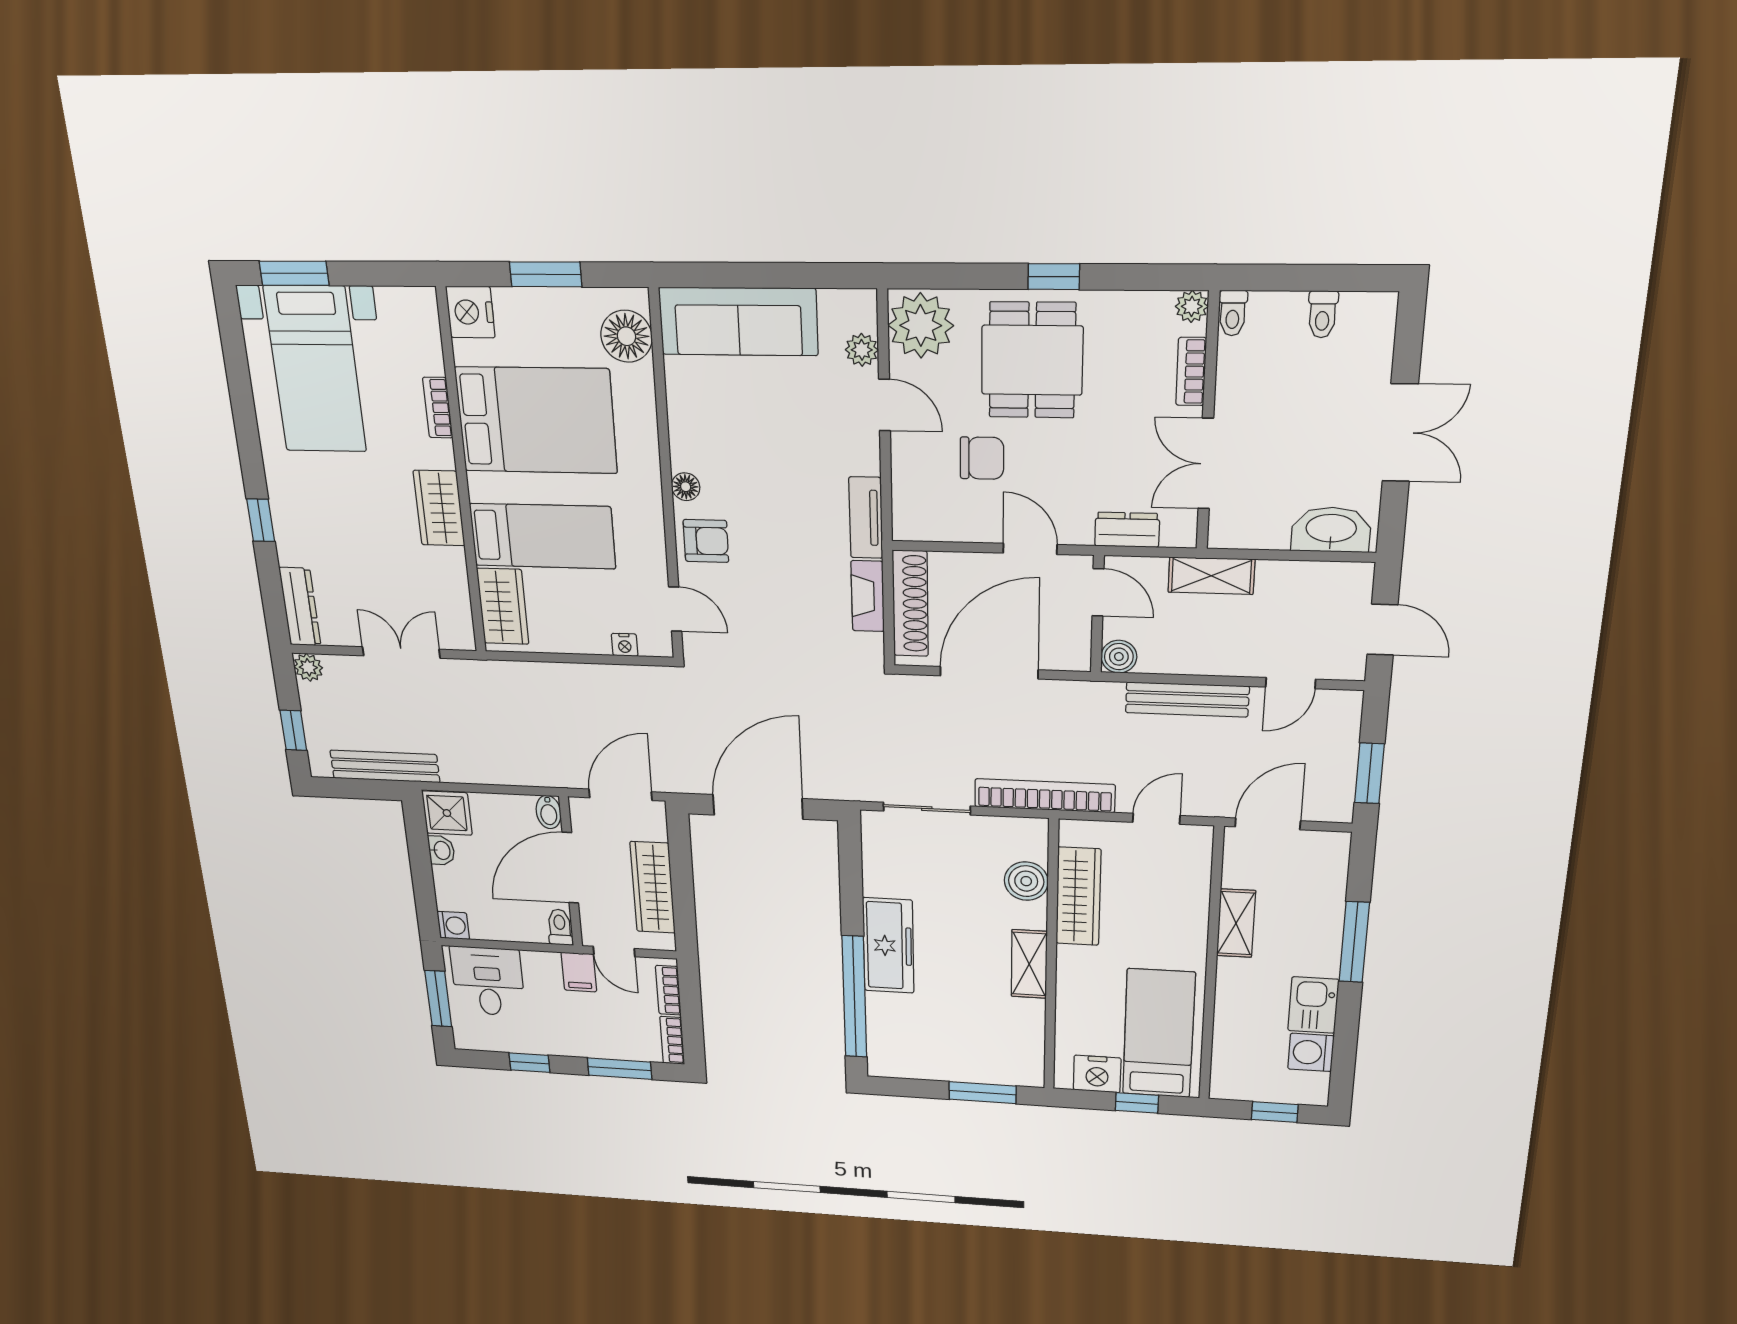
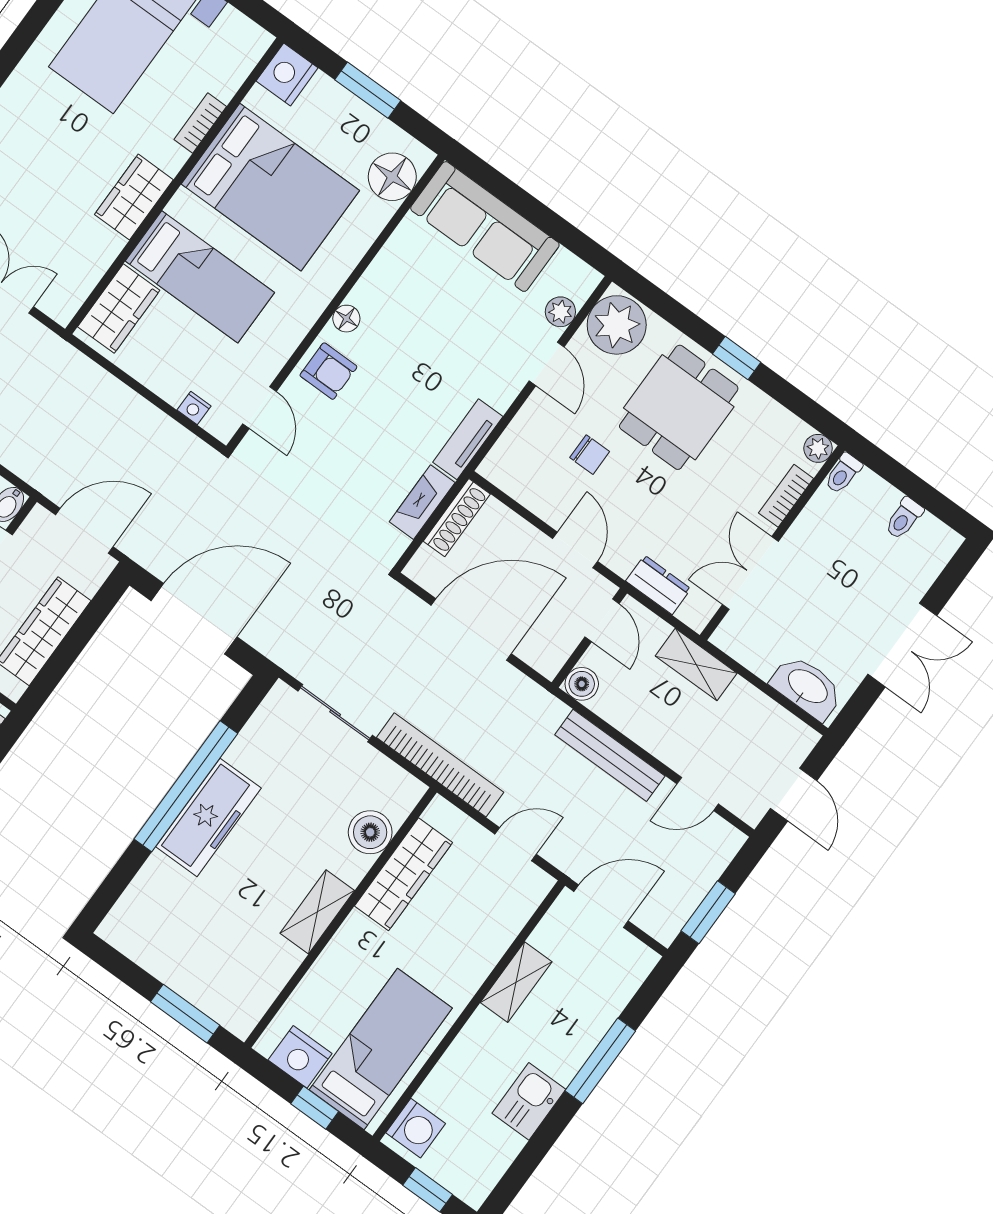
chair: (982, 458) -> (590, 455), width x0.73, depth x0.73
shoe rack: (910, 604) -> (457, 518), width x0.74, depth x0.81
window: (854, 997) -> (186, 786), moved
washing machine: (1311, 1052) -> (416, 1128), moved, turned 180

